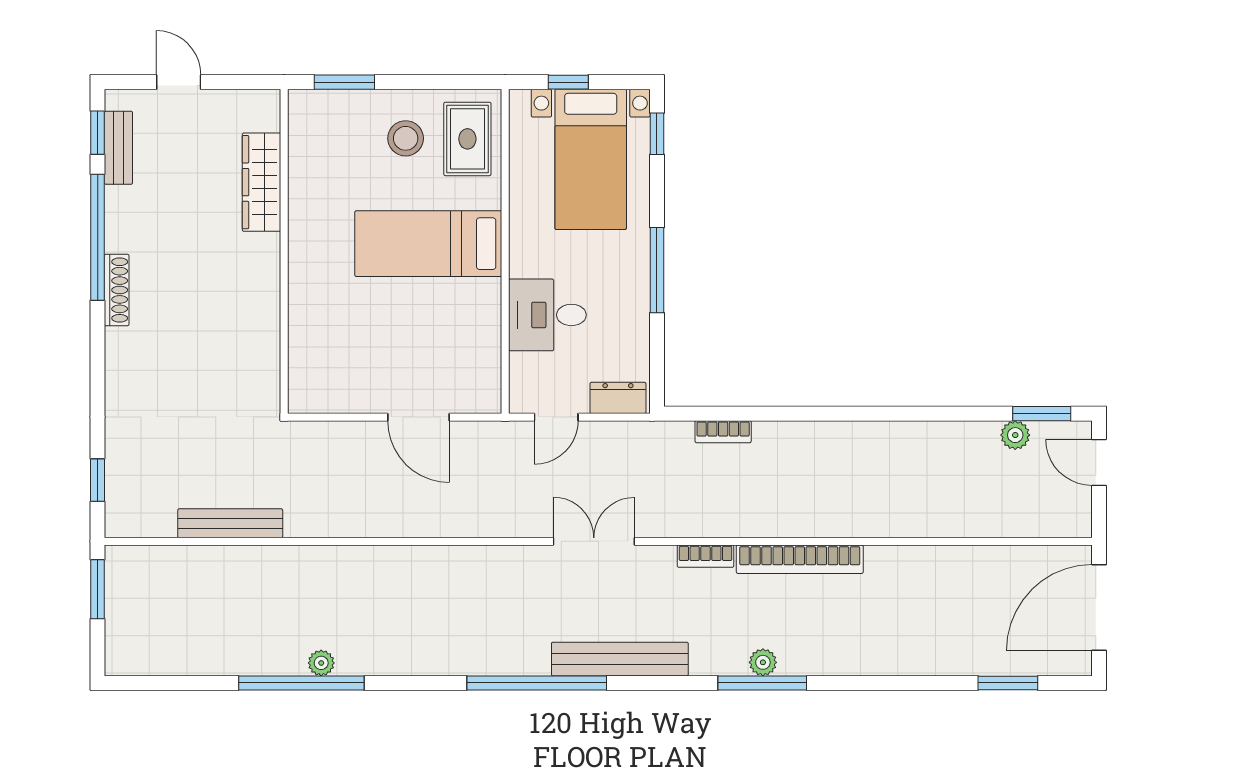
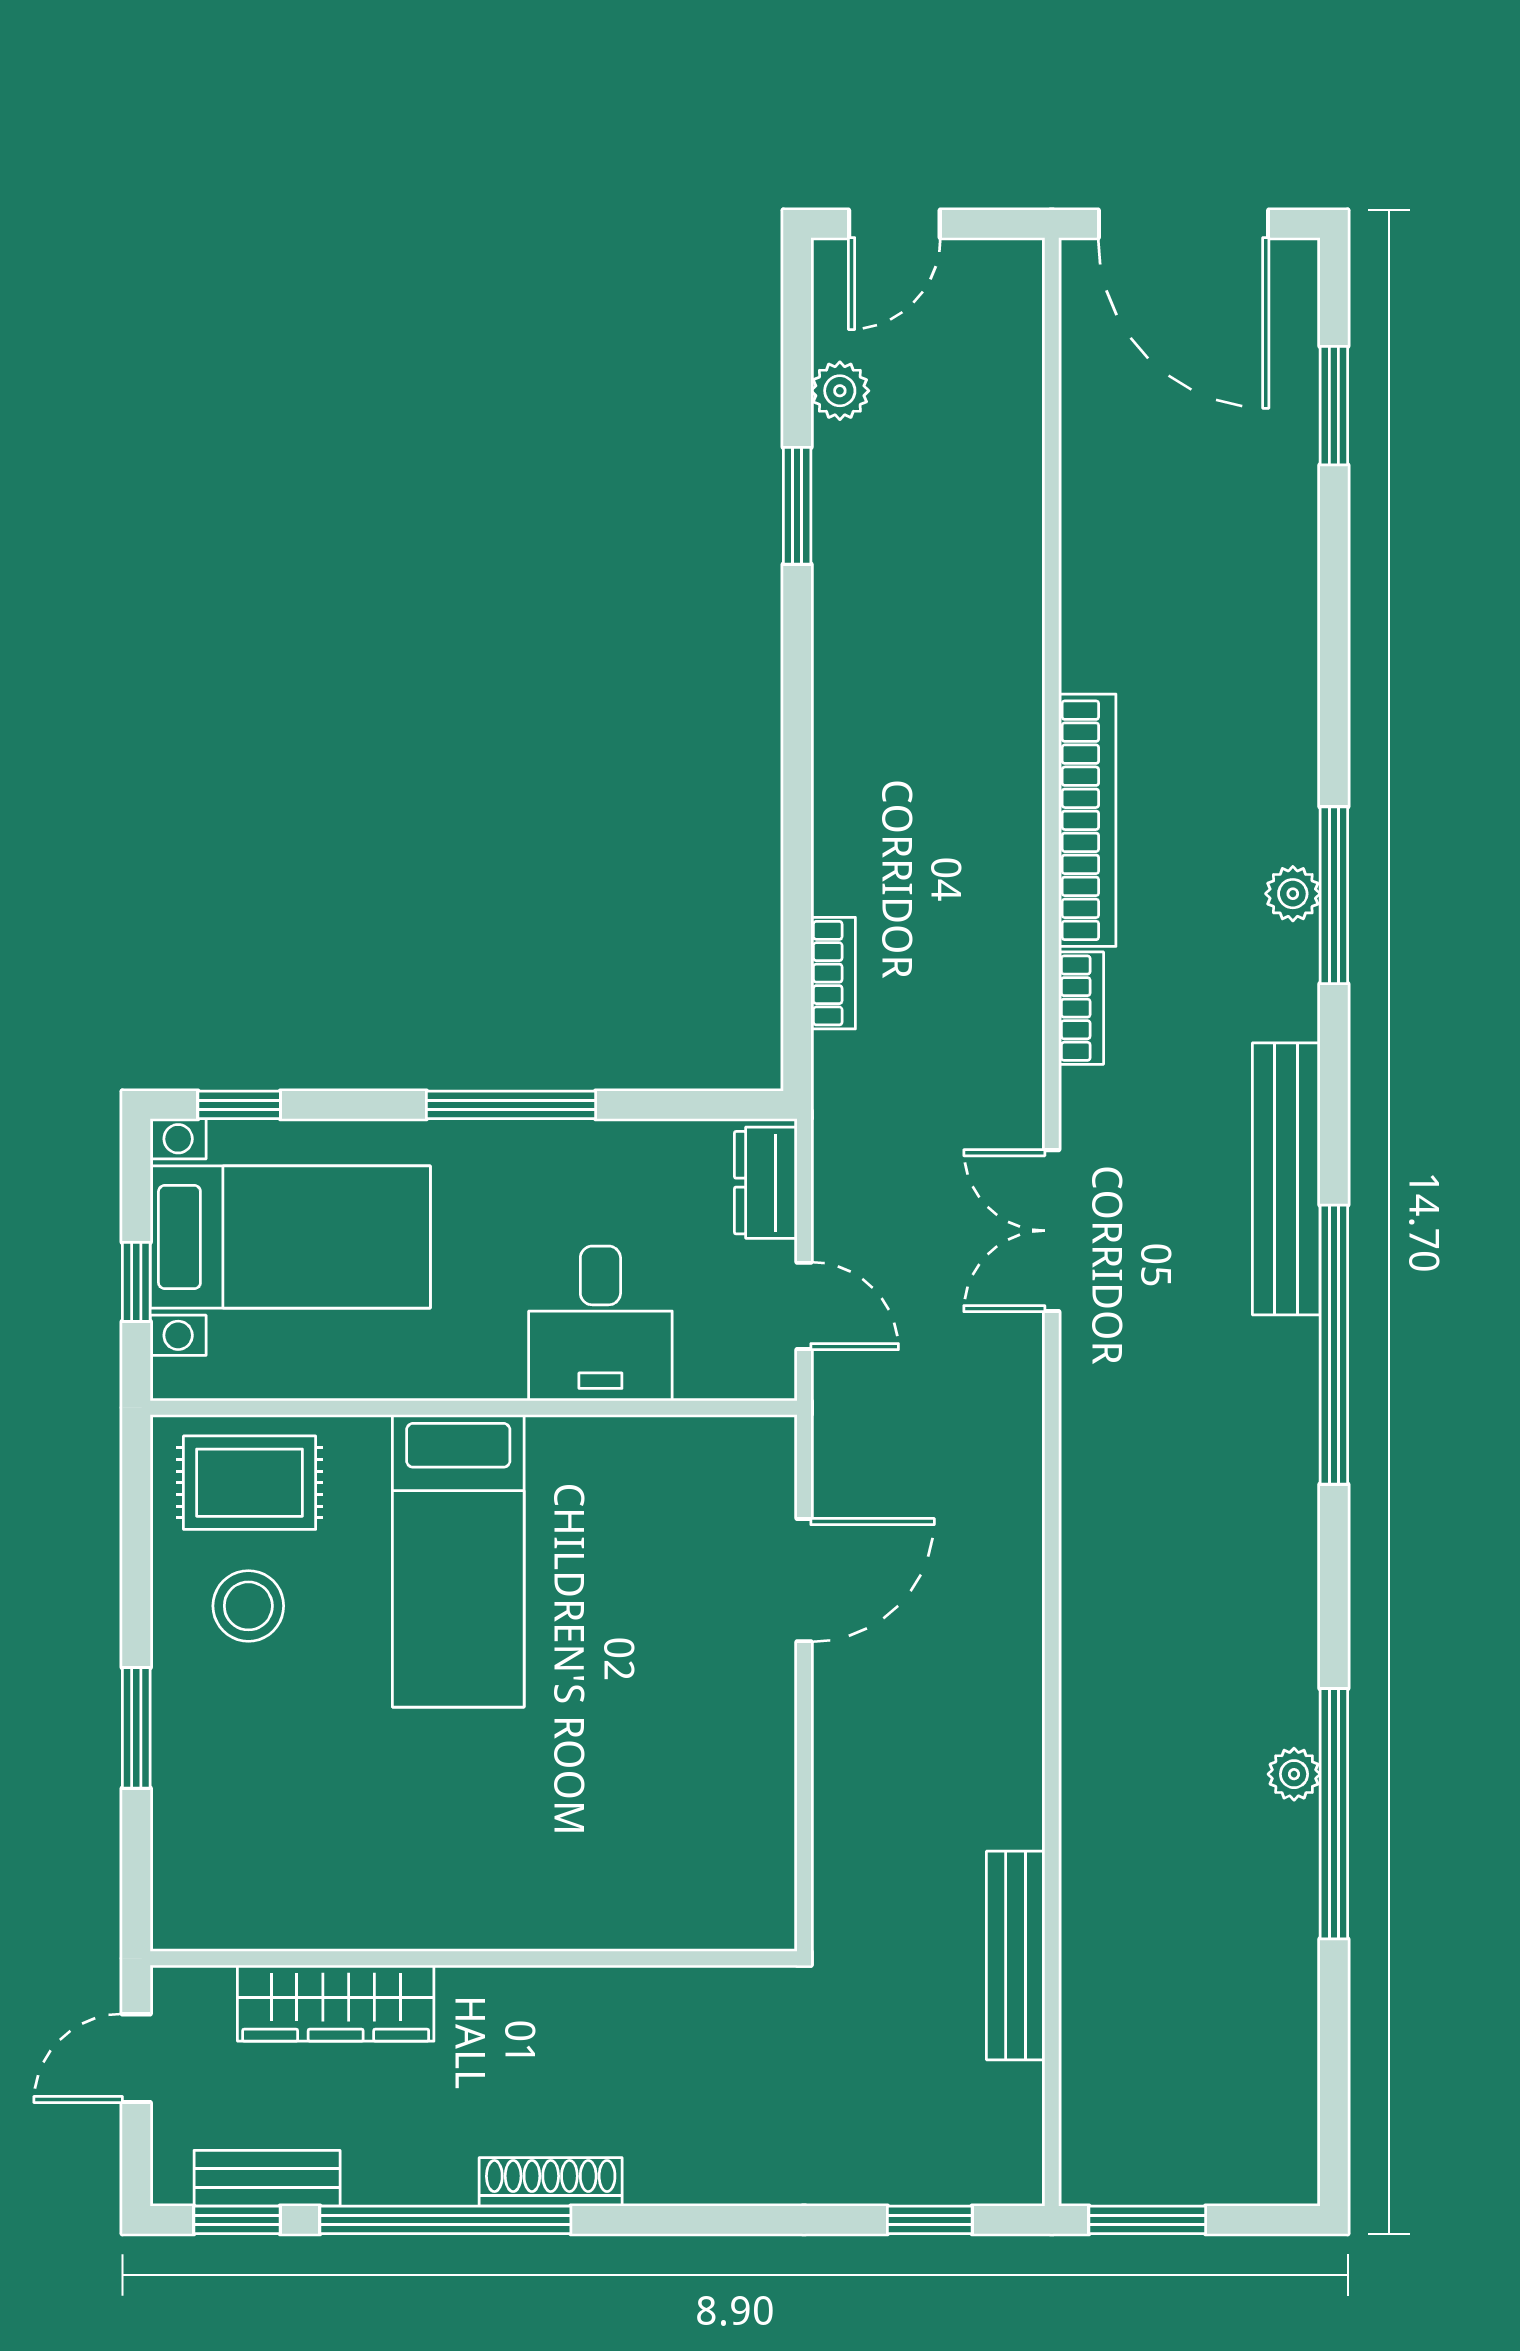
wardrobe: (262, 182) -> (336, 2003), moved
wall: (284, 251) -> (474, 1958), moved
window: (1042, 414) -> (797, 506), moved

